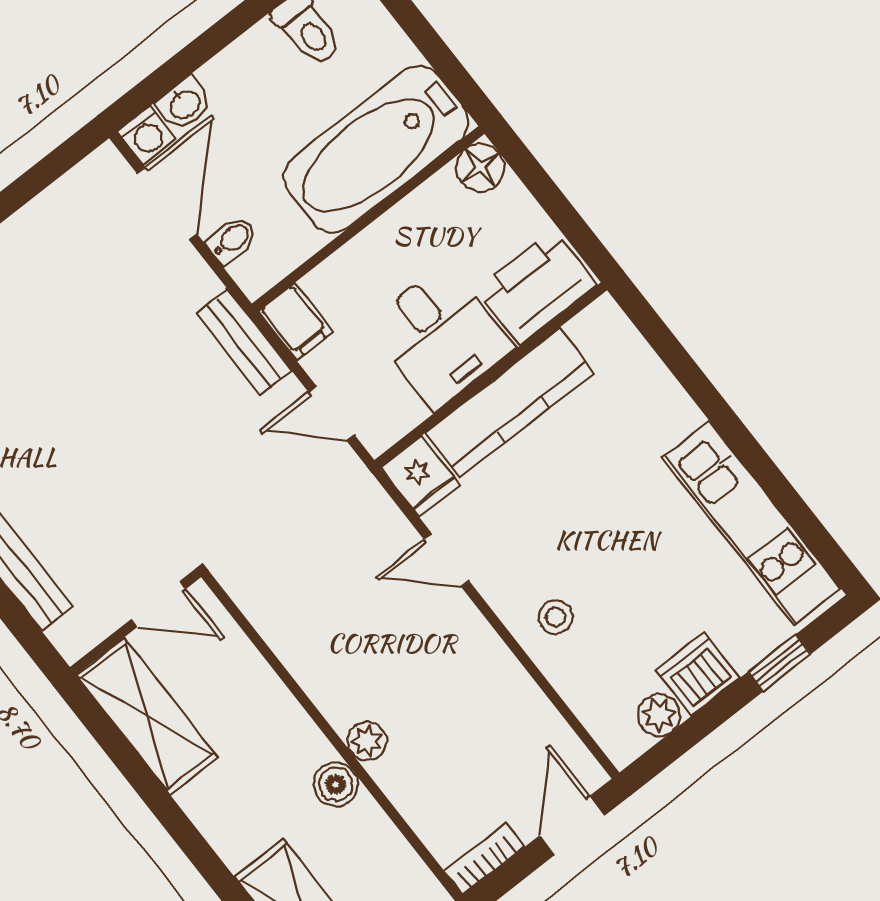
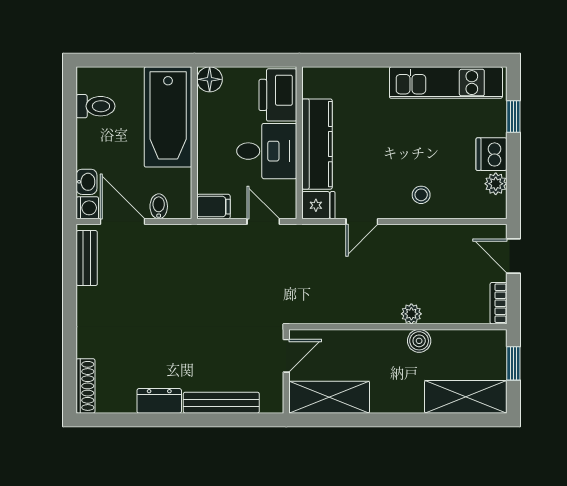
bench: (244, 342) -> (87, 258), moved, turned 90
door: (331, 413) -> (263, 222), swing flipped

